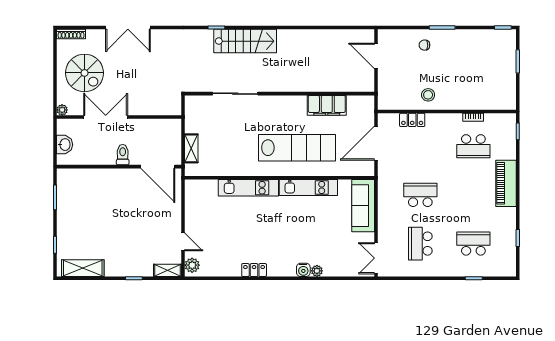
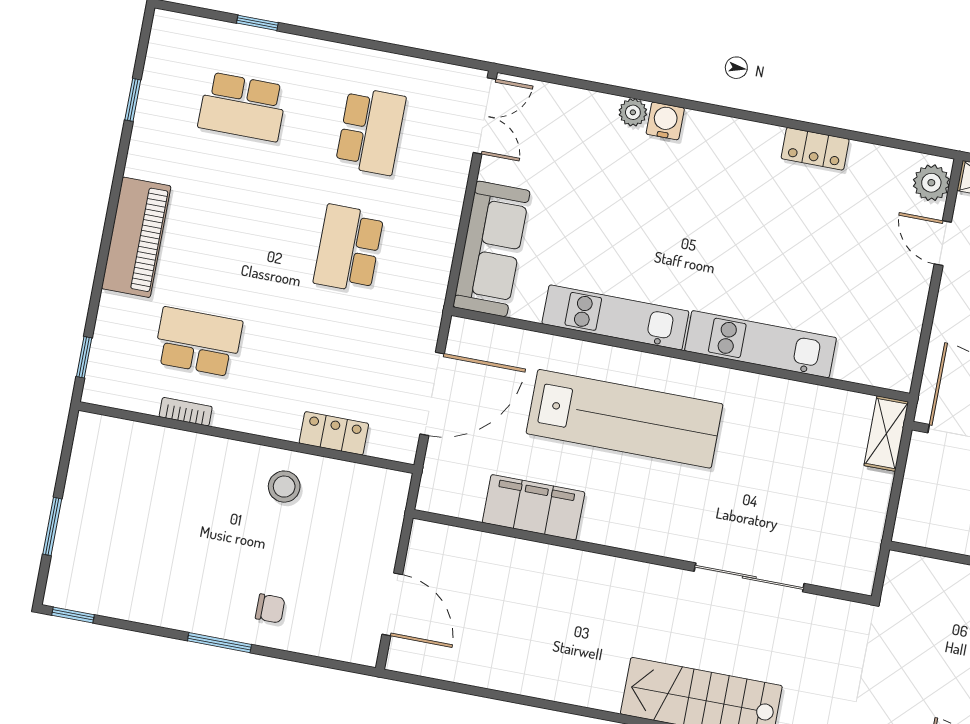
shelving: (191, 148) -> (886, 434), moved
lab bench: (297, 148) -> (625, 419), turned 180
school desk: (420, 195) -> (348, 249), turned 90
locker: (254, 270) -> (815, 149), moved

